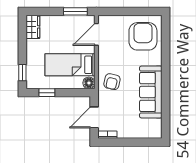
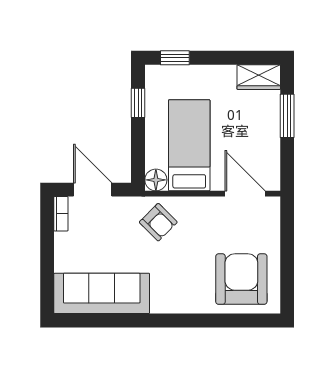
window: (75, 11) -> (287, 116), moved
armchair: (143, 36) -> (241, 279), turned -90
armchair: (112, 82) -> (158, 222), turned -148
sofa: (151, 92) -> (102, 293), moved

